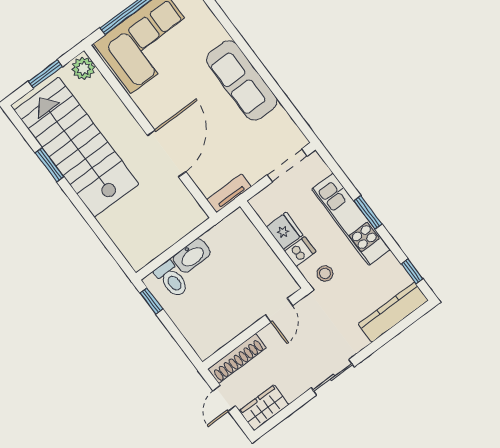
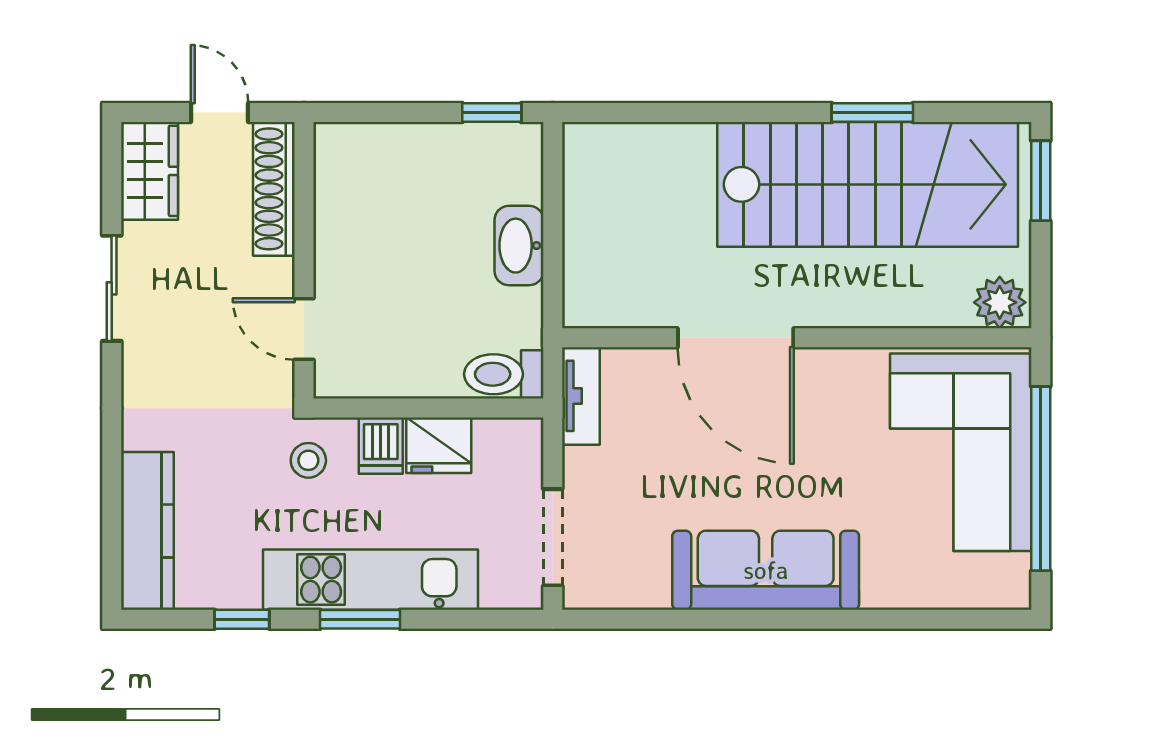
window: (45, 74) -> (1041, 181), moved
window: (412, 271) -> (242, 619), moved
toilet: (172, 279) -> (504, 374), moved
sliding door: (333, 377) -> (112, 288), moved

